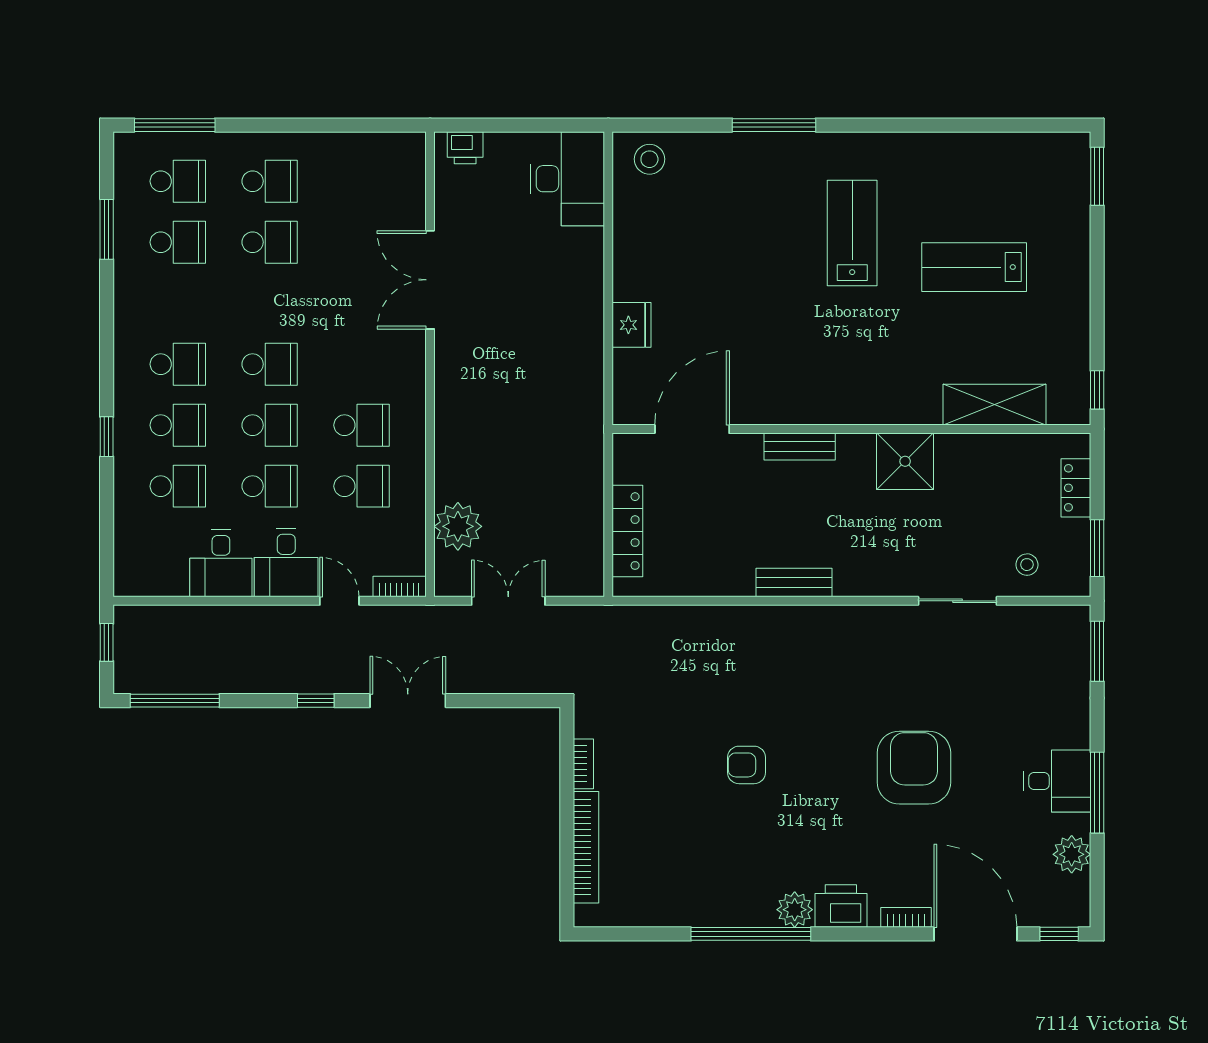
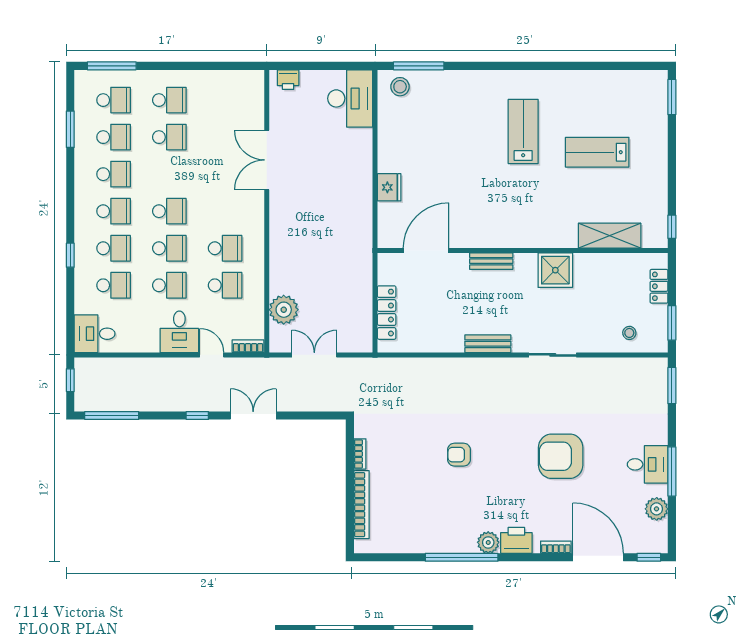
window: (774, 125) -> (419, 66), moved
school desk: (178, 303) -> (114, 174), added
desk: (221, 563) -> (95, 334), moved, turned 90
sliding door: (957, 601) -> (553, 355), moved
armchair: (914, 768) -> (561, 456), turned -90

